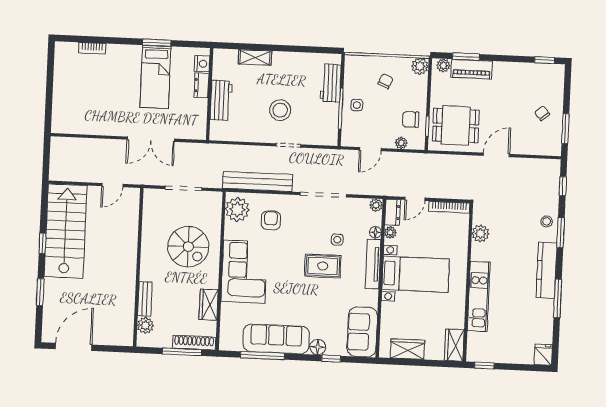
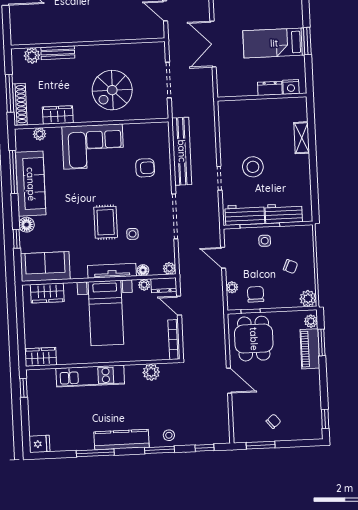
workbench: (221, 100) -> (245, 215), moved, turned 180
plant: (237, 209) -> (40, 134), moved, width x0.53, depth x0.53
wardrobe: (408, 349) -> (47, 293), moved, turned 90

